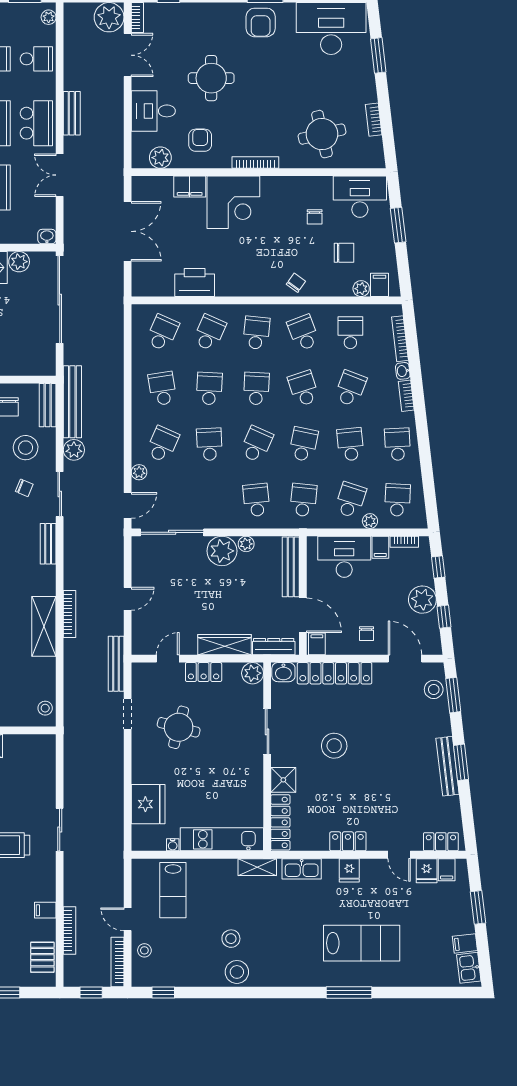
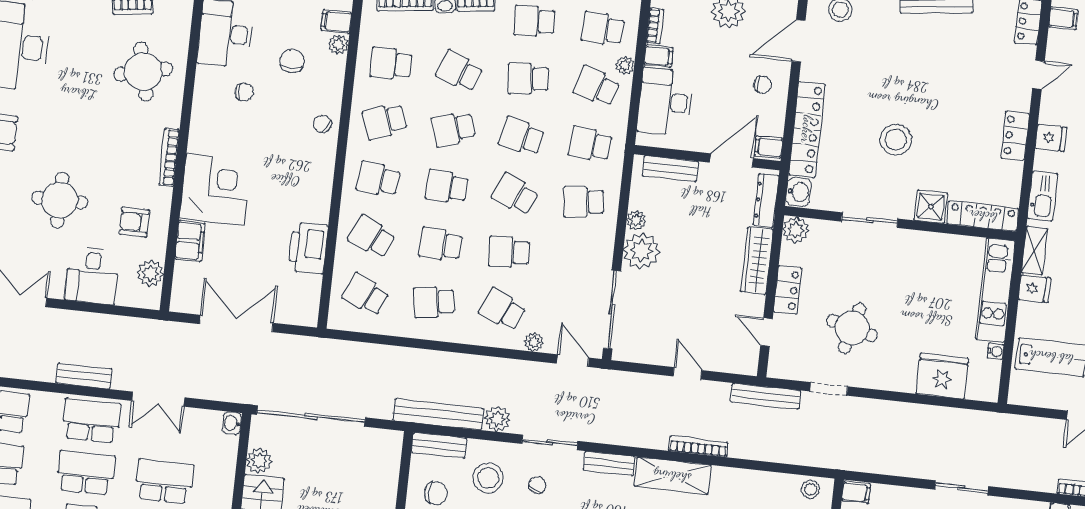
bench: (291, 567) -> (670, 169), width x0.73
shelving: (44, 626) -> (672, 476), moved
filing cabinet: (47, 745) -> (856, 492), added
fridge: (427, 871) -> (1035, 289), moved

